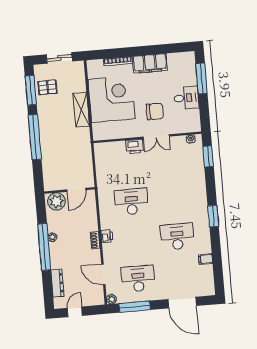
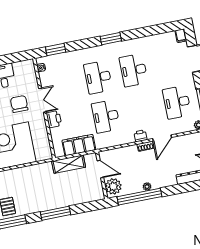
shelving: (81, 110) -> (69, 164), moved
window: (35, 137) -> (55, 213), width x0.68
filing cabinet: (104, 170) -> (79, 145), added
desk: (174, 198) -> (98, 77), added
window: (44, 247) -> (139, 197), moved
filing cabinet: (206, 259) -> (181, 36), moved
door: (103, 274) -> (162, 138), moved

